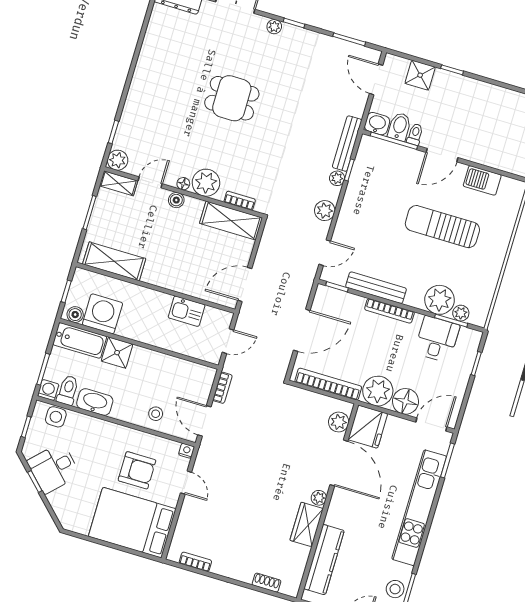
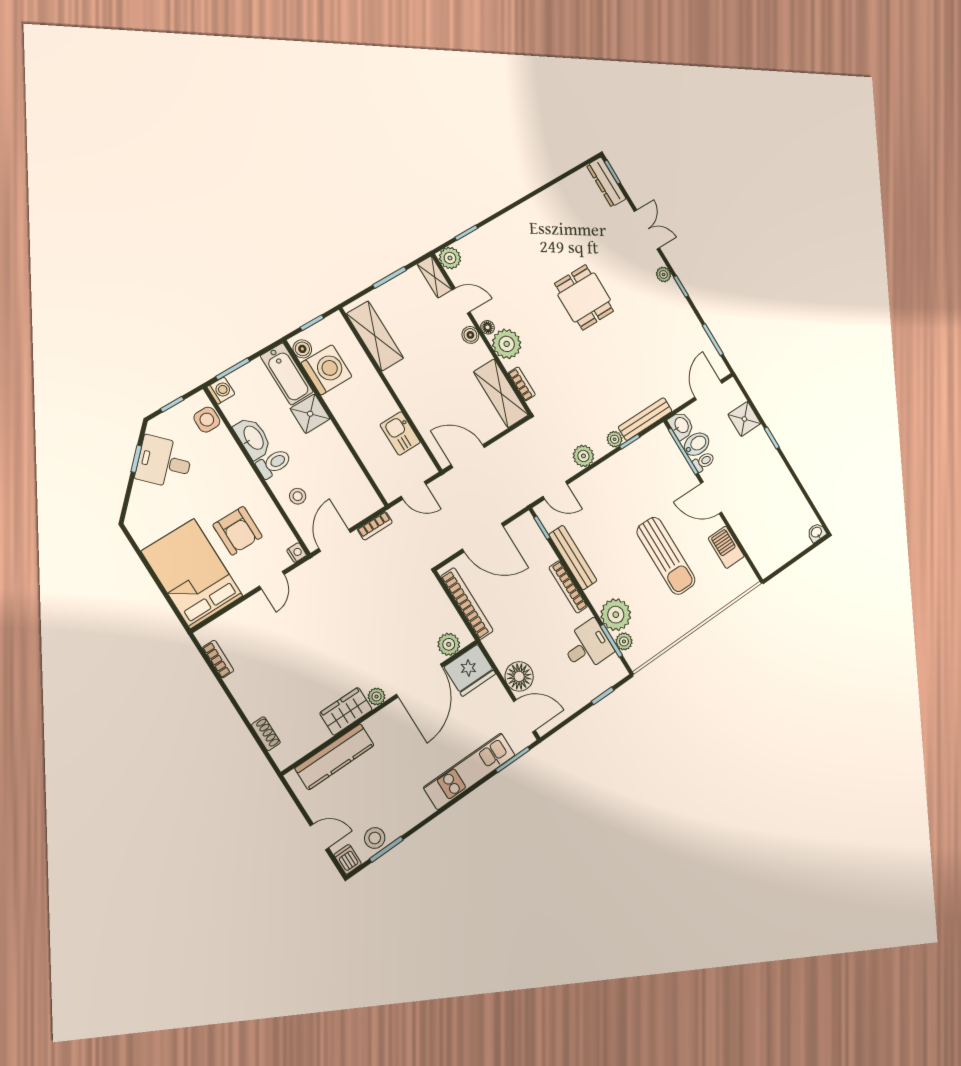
sun lounger: (442, 227) -> (666, 556), turned 180
toilet: (68, 390) -> (274, 463), moved
plant: (378, 391) -> (503, 647), removed
kitchen unit: (419, 508) -> (469, 771), width x0.73

